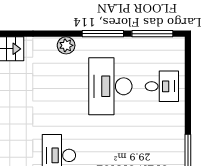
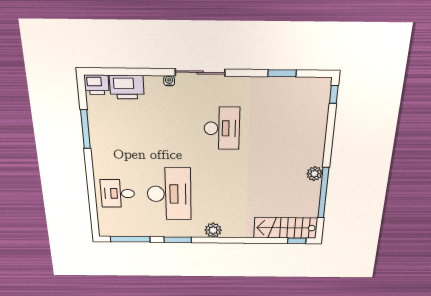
window: (103, 34) -> (178, 240), width x0.69

